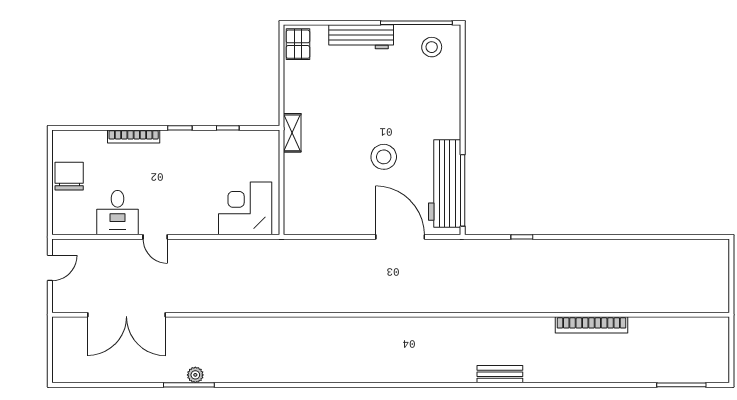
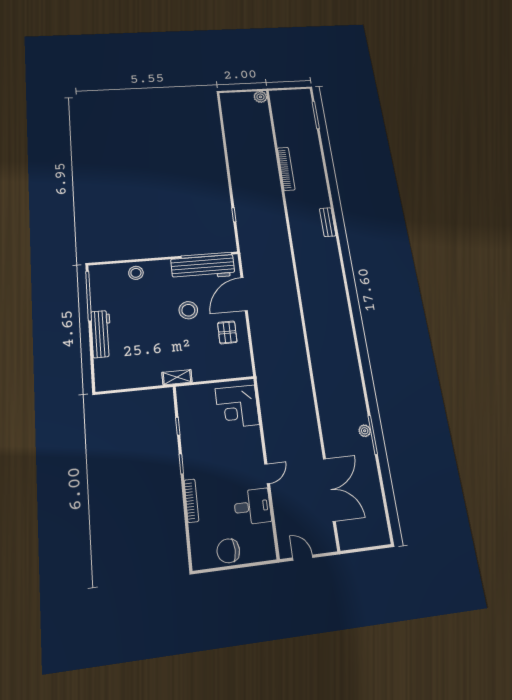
pallet: (298, 44) -> (227, 332), moved, turned 90
stool: (432, 47) -> (136, 273), moved
plant: (719, 302) -> (260, 97), added

